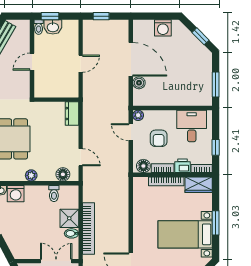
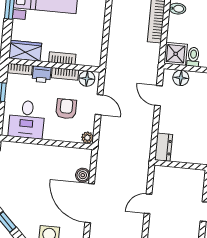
door: (131, 132) -> (99, 105), moved
bookcase: (166, 181) -> (62, 58), width x0.64
shower: (69, 218) -> (176, 54), moved

